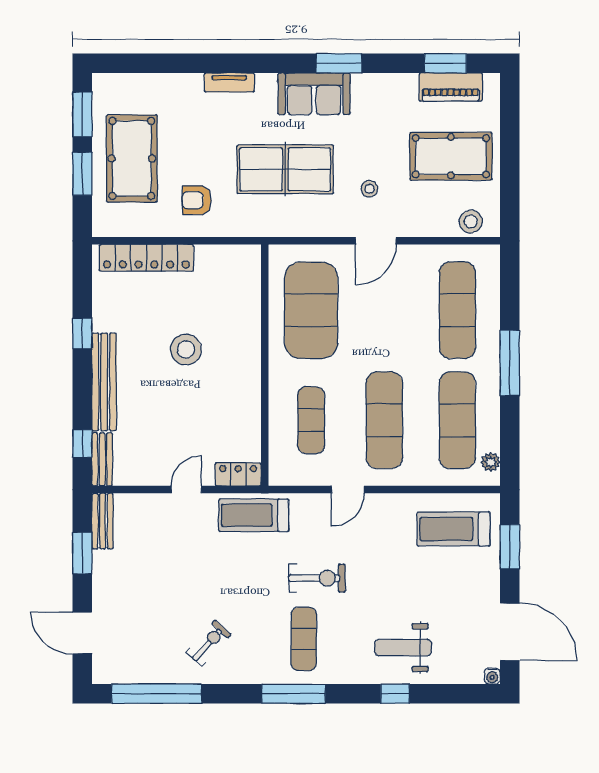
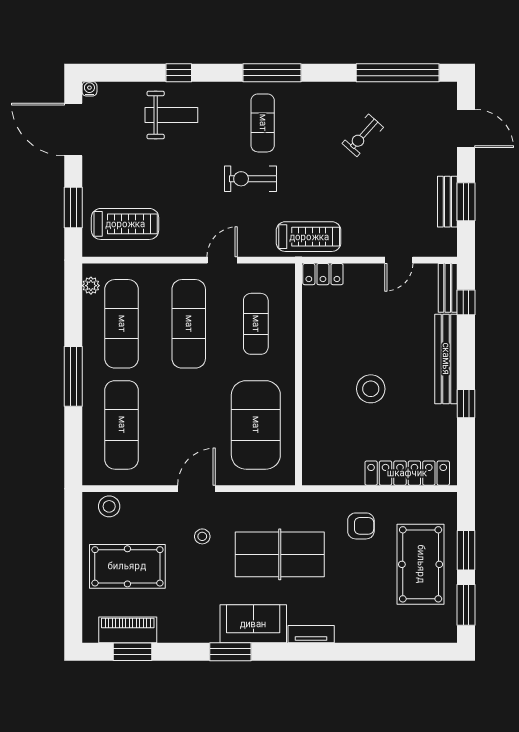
tv unit: (229, 83) -> (311, 634), moved
door: (186, 490) -> (399, 260), moved
bench: (103, 521) -> (447, 202), moved
exercise bike: (209, 643) -> (363, 135), moved

